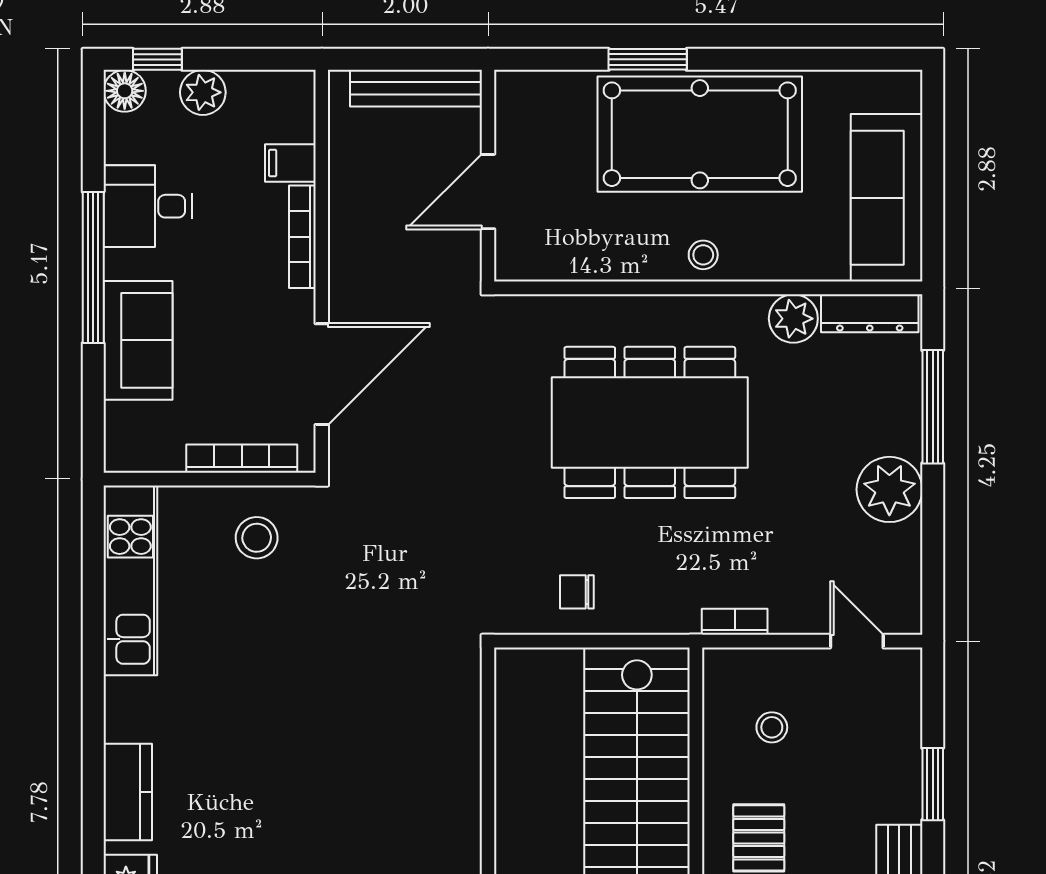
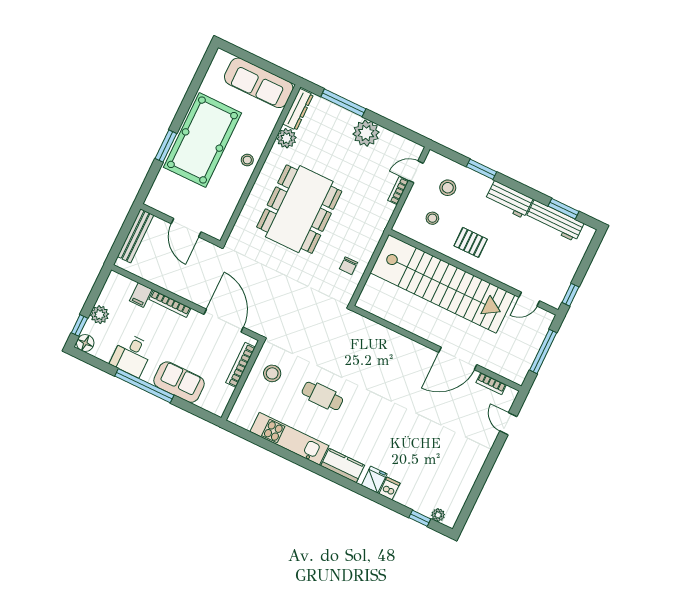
kitchen unit: (130, 580) -> (289, 439), moved
bookcase: (735, 622) -> (398, 191), moved
cafe table: (260, 673) -> (322, 396), added
stool: (856, 729) -> (448, 188), added

